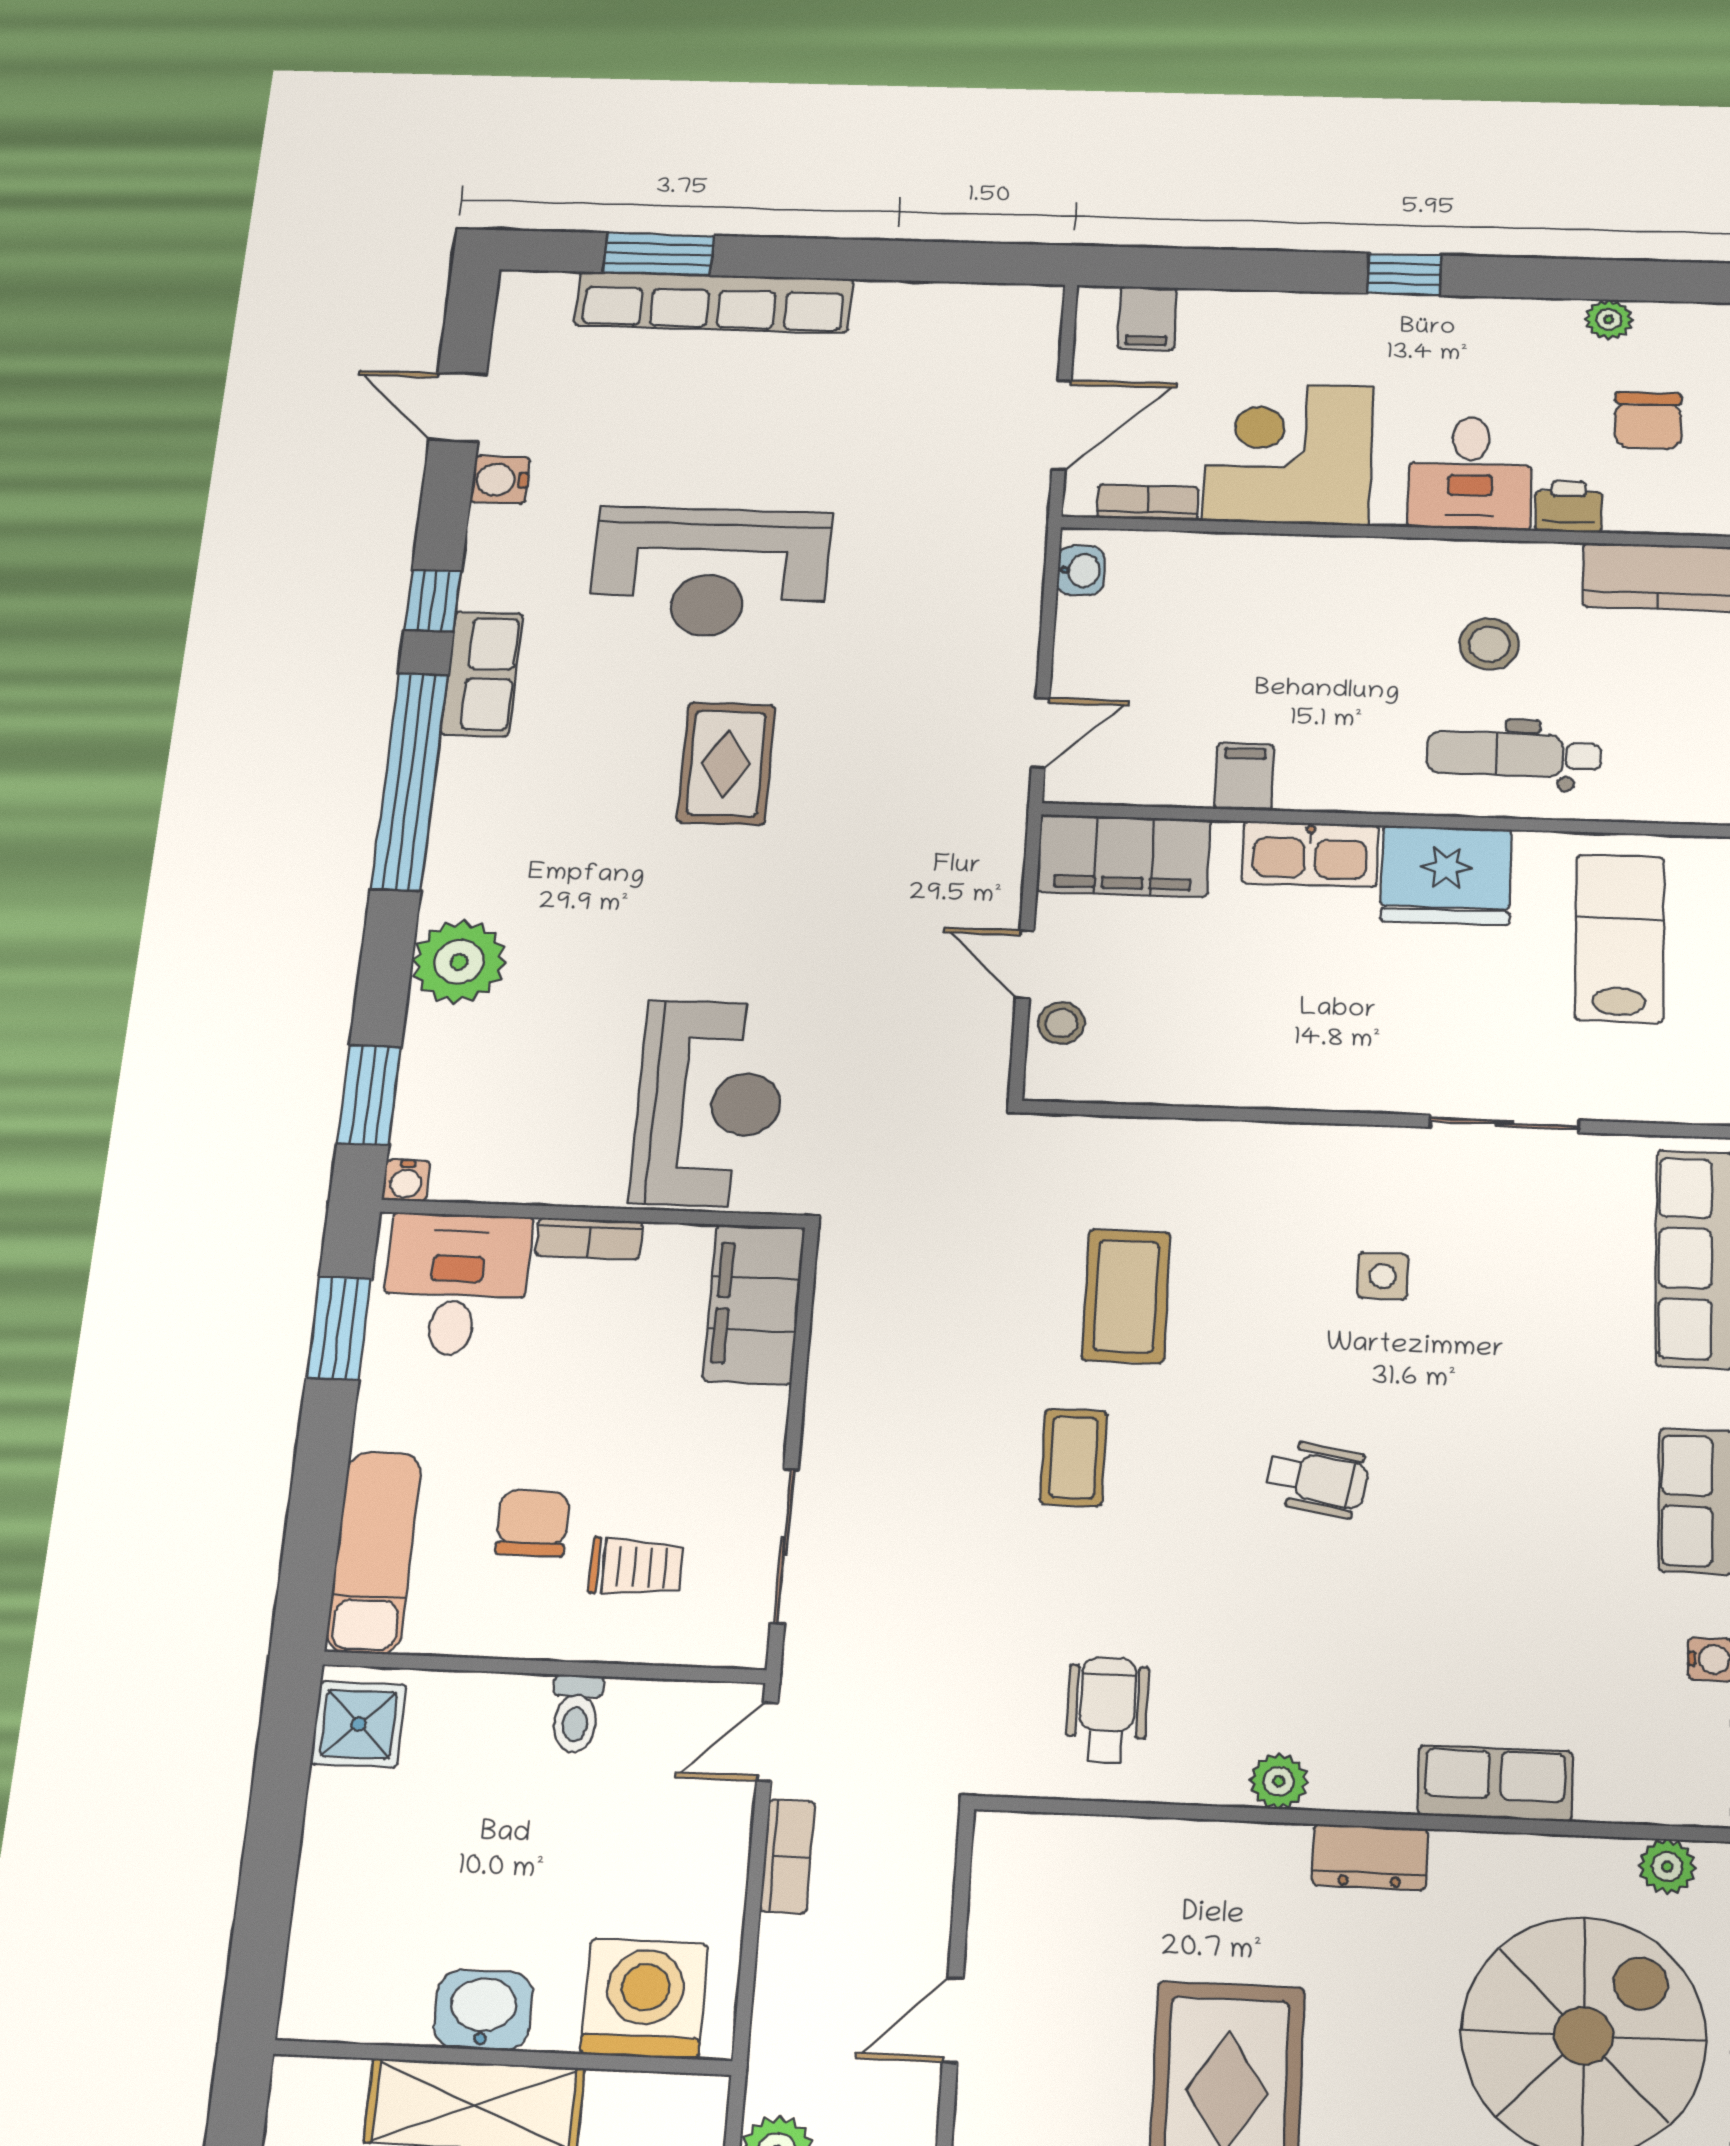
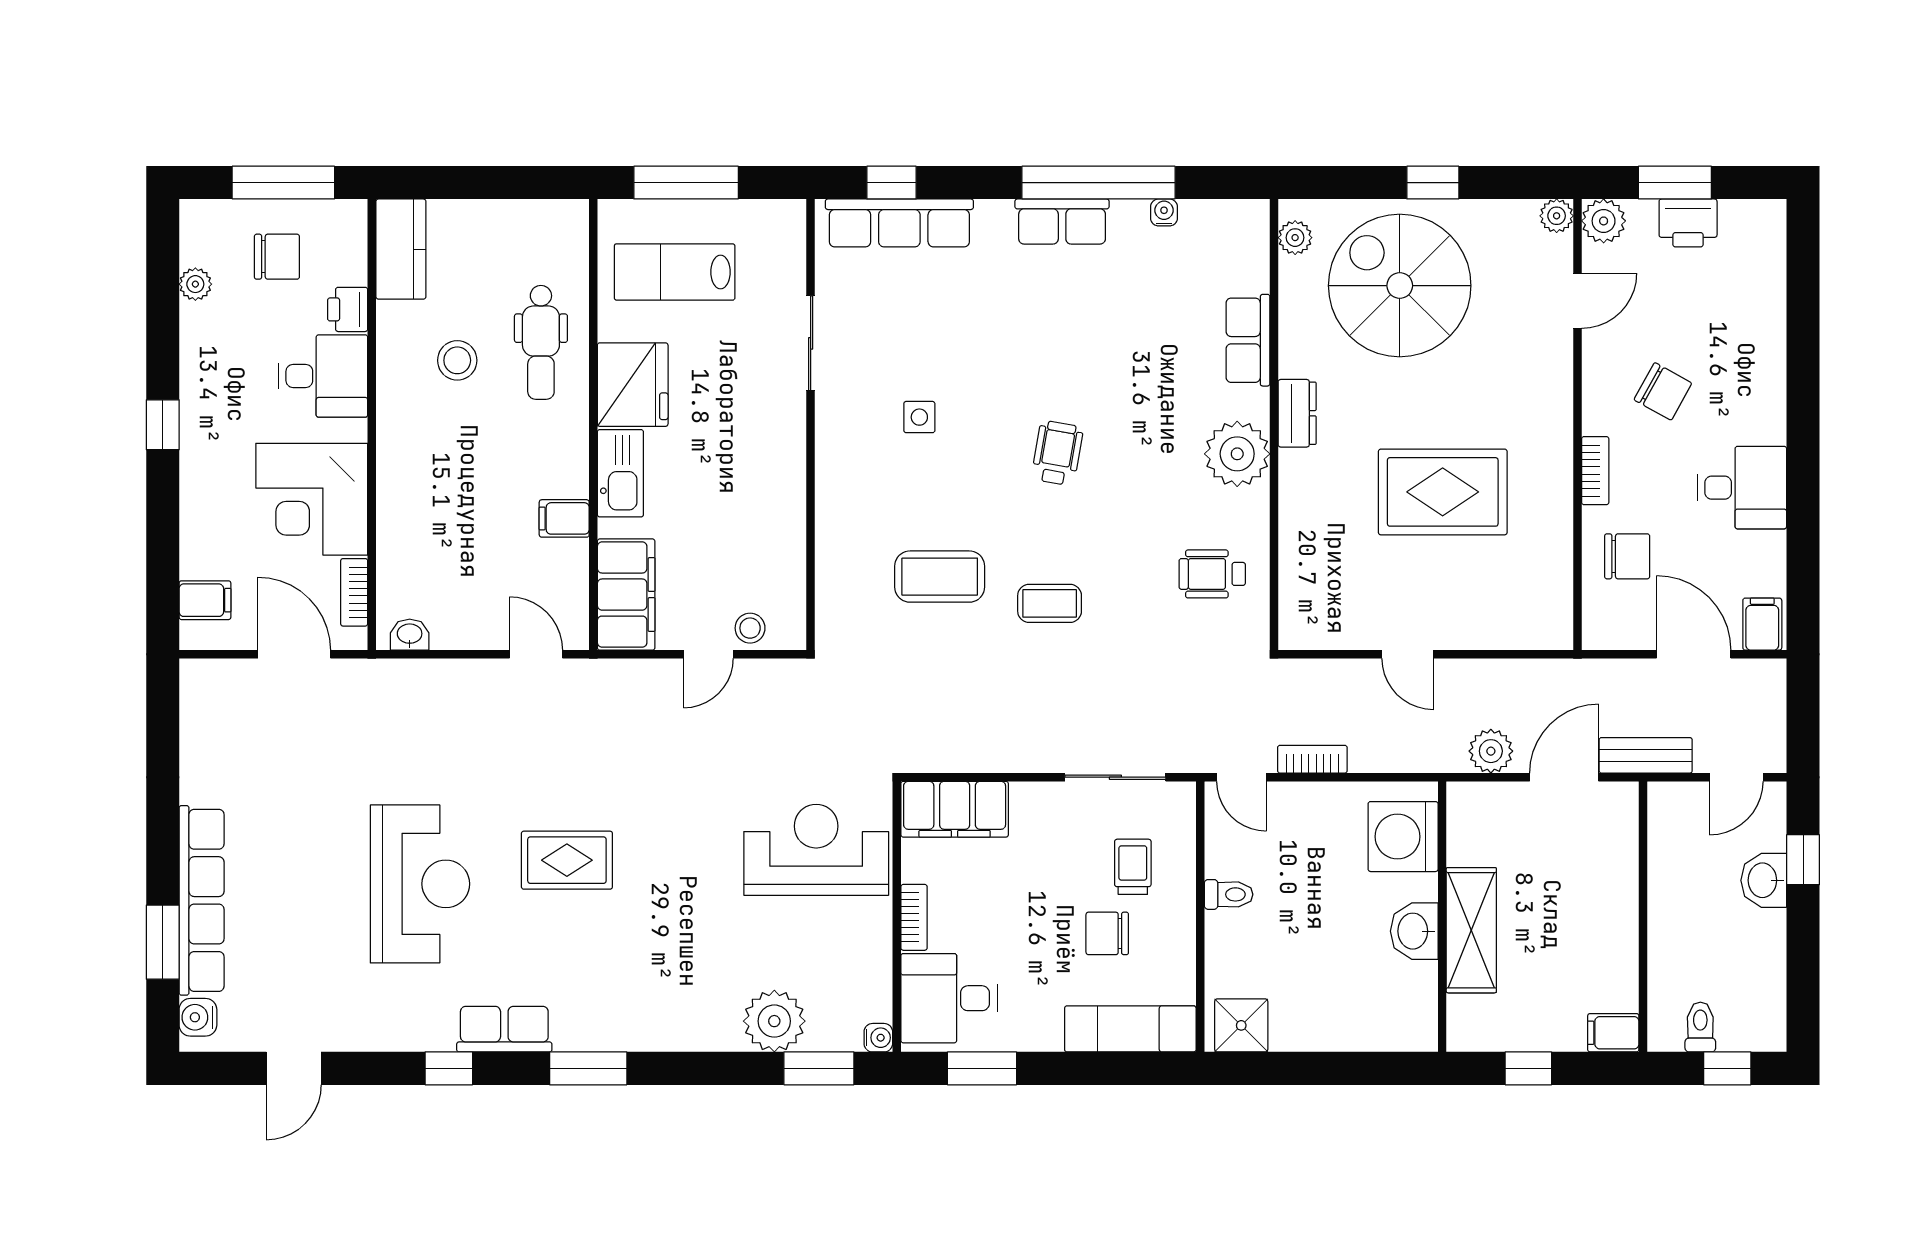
water cooler: (500, 480) -> (198, 1017), moved, turned 90
window: (410, 781) -> (588, 1068), width x0.47
plant: (459, 962) -> (774, 1021), moved
plant: (1279, 1781) -> (1237, 454), width x1.88, depth x1.88

